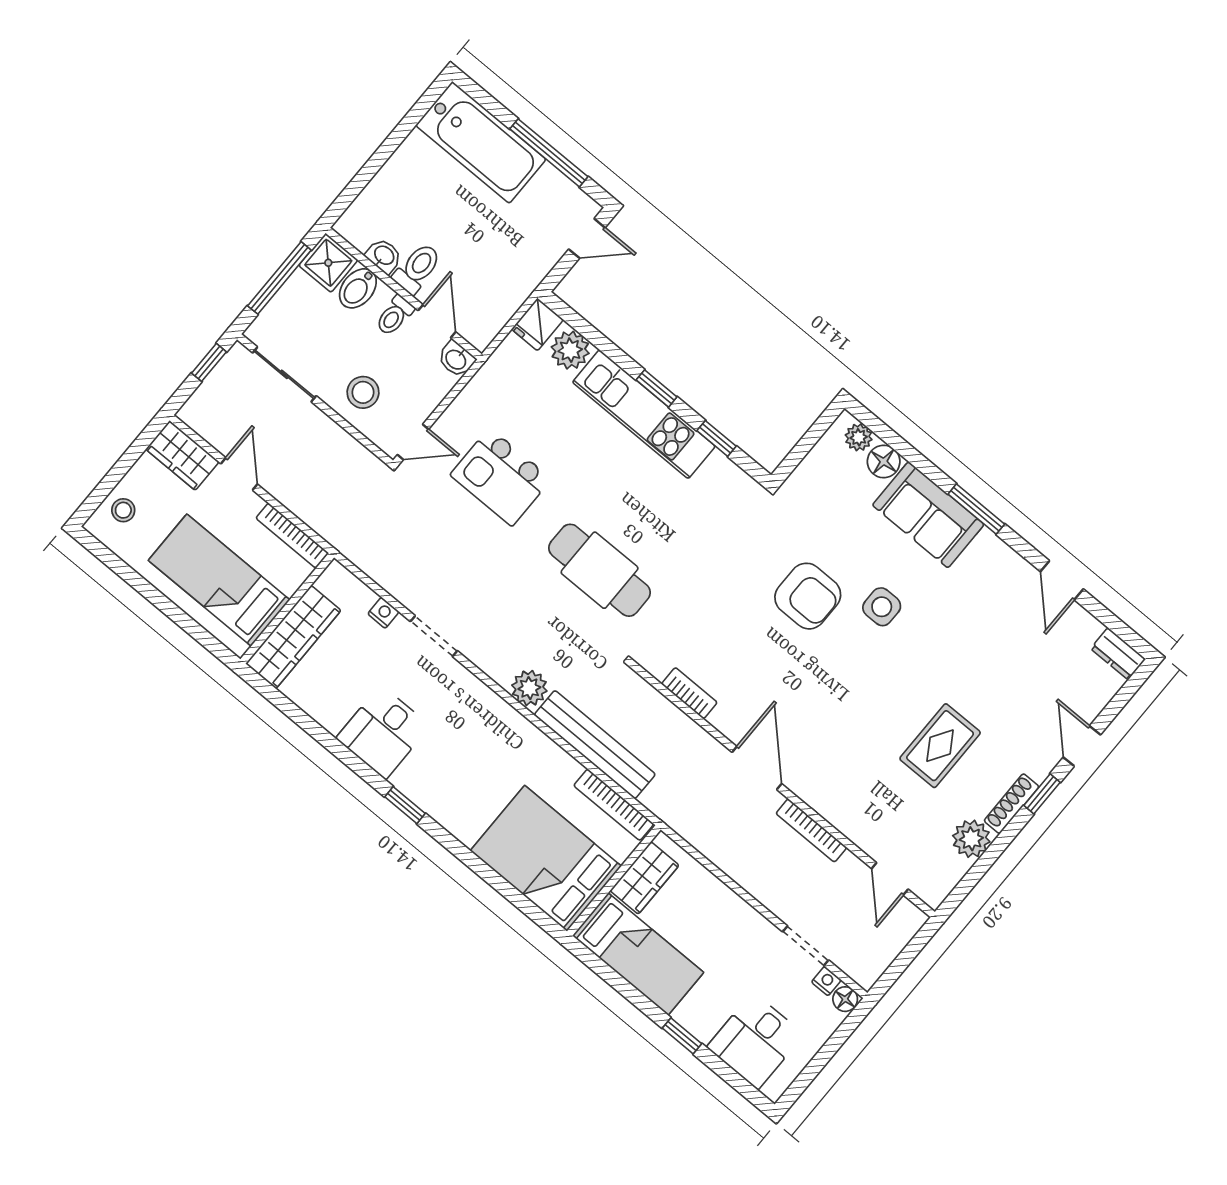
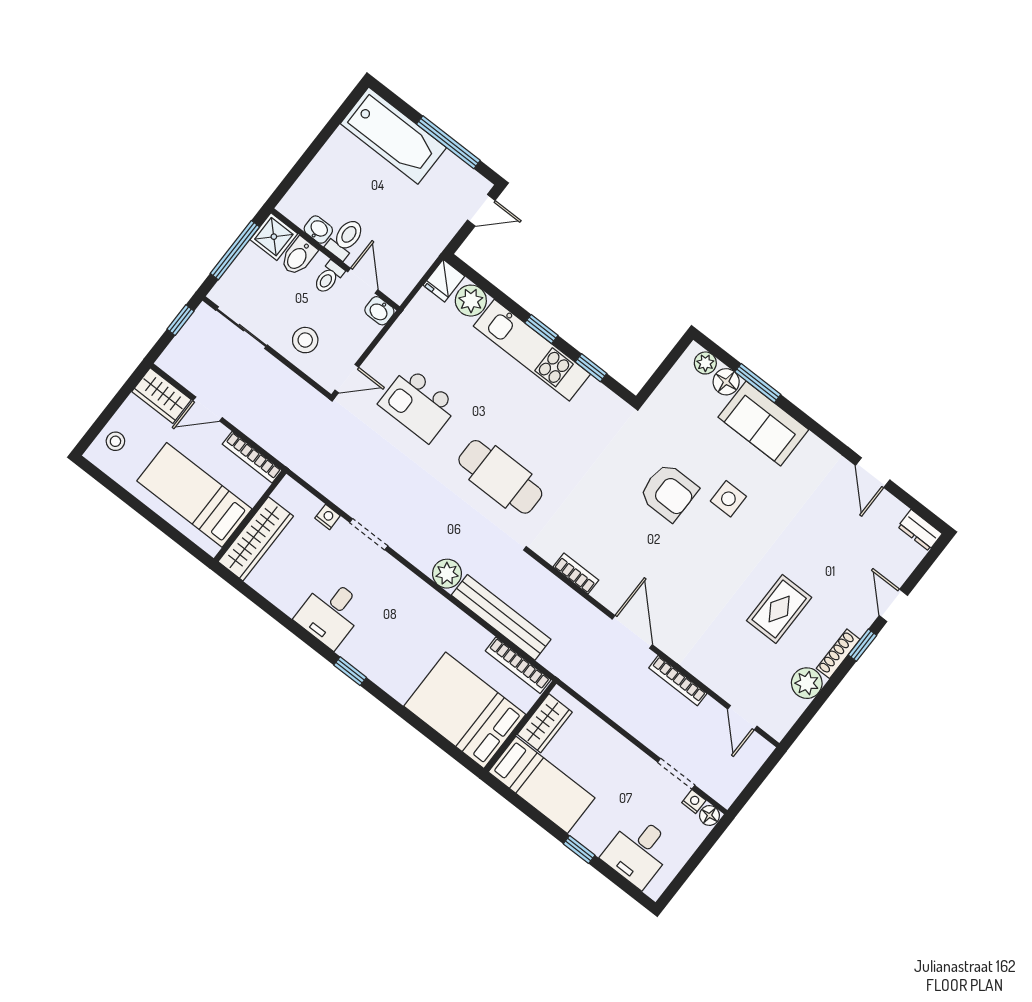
door: (239, 474) -> (208, 409), swing flipped
window: (976, 509) -> (758, 383), moved

